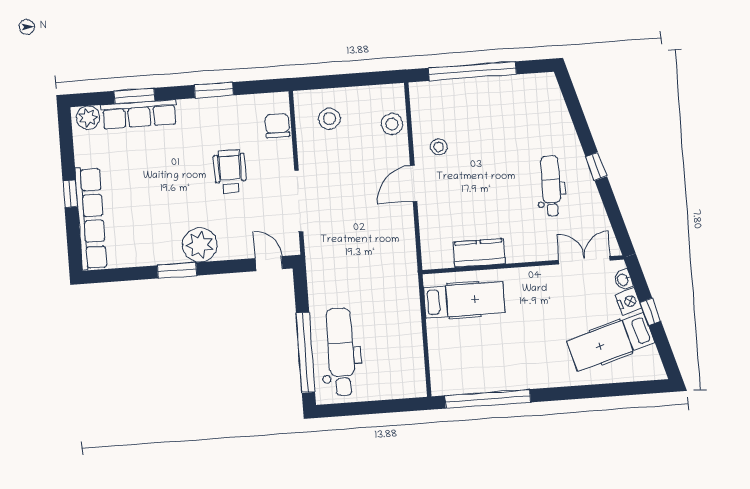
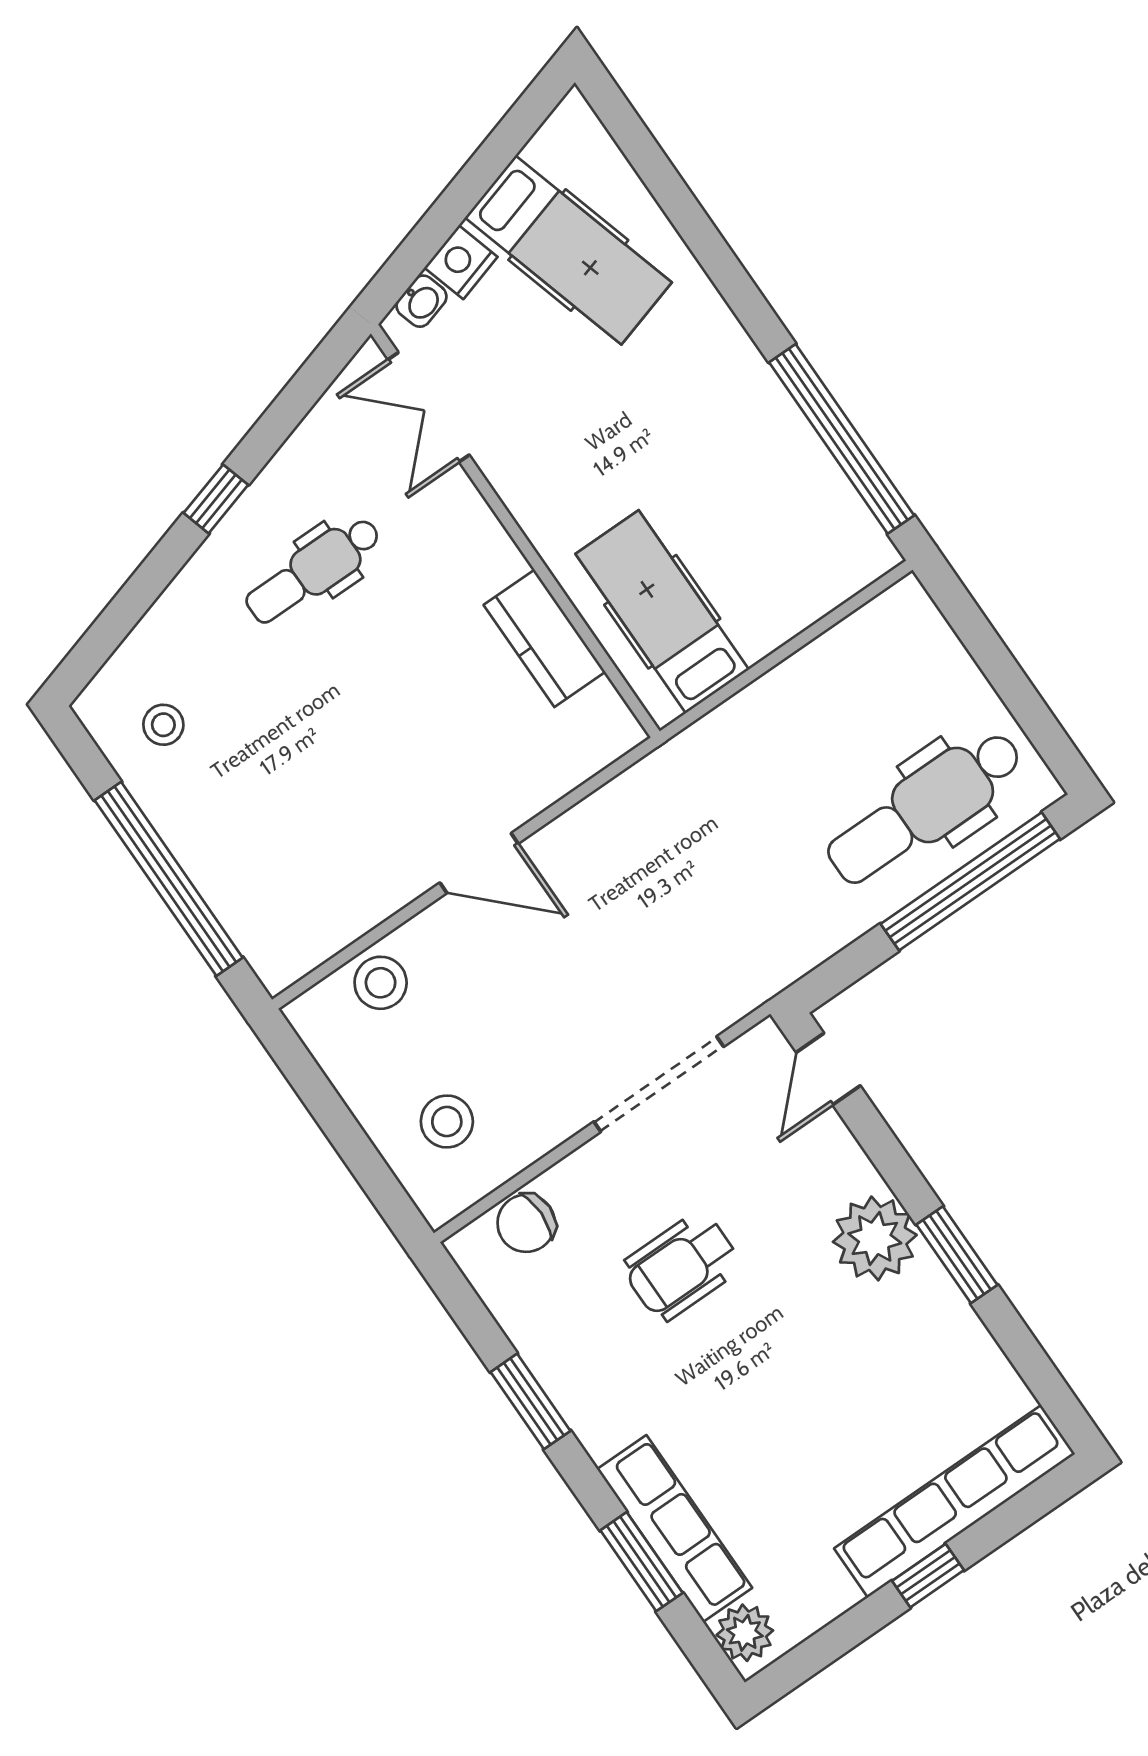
stool: (439, 147) -> (163, 725), moved
window: (650, 312) -> (455, 204), removed

